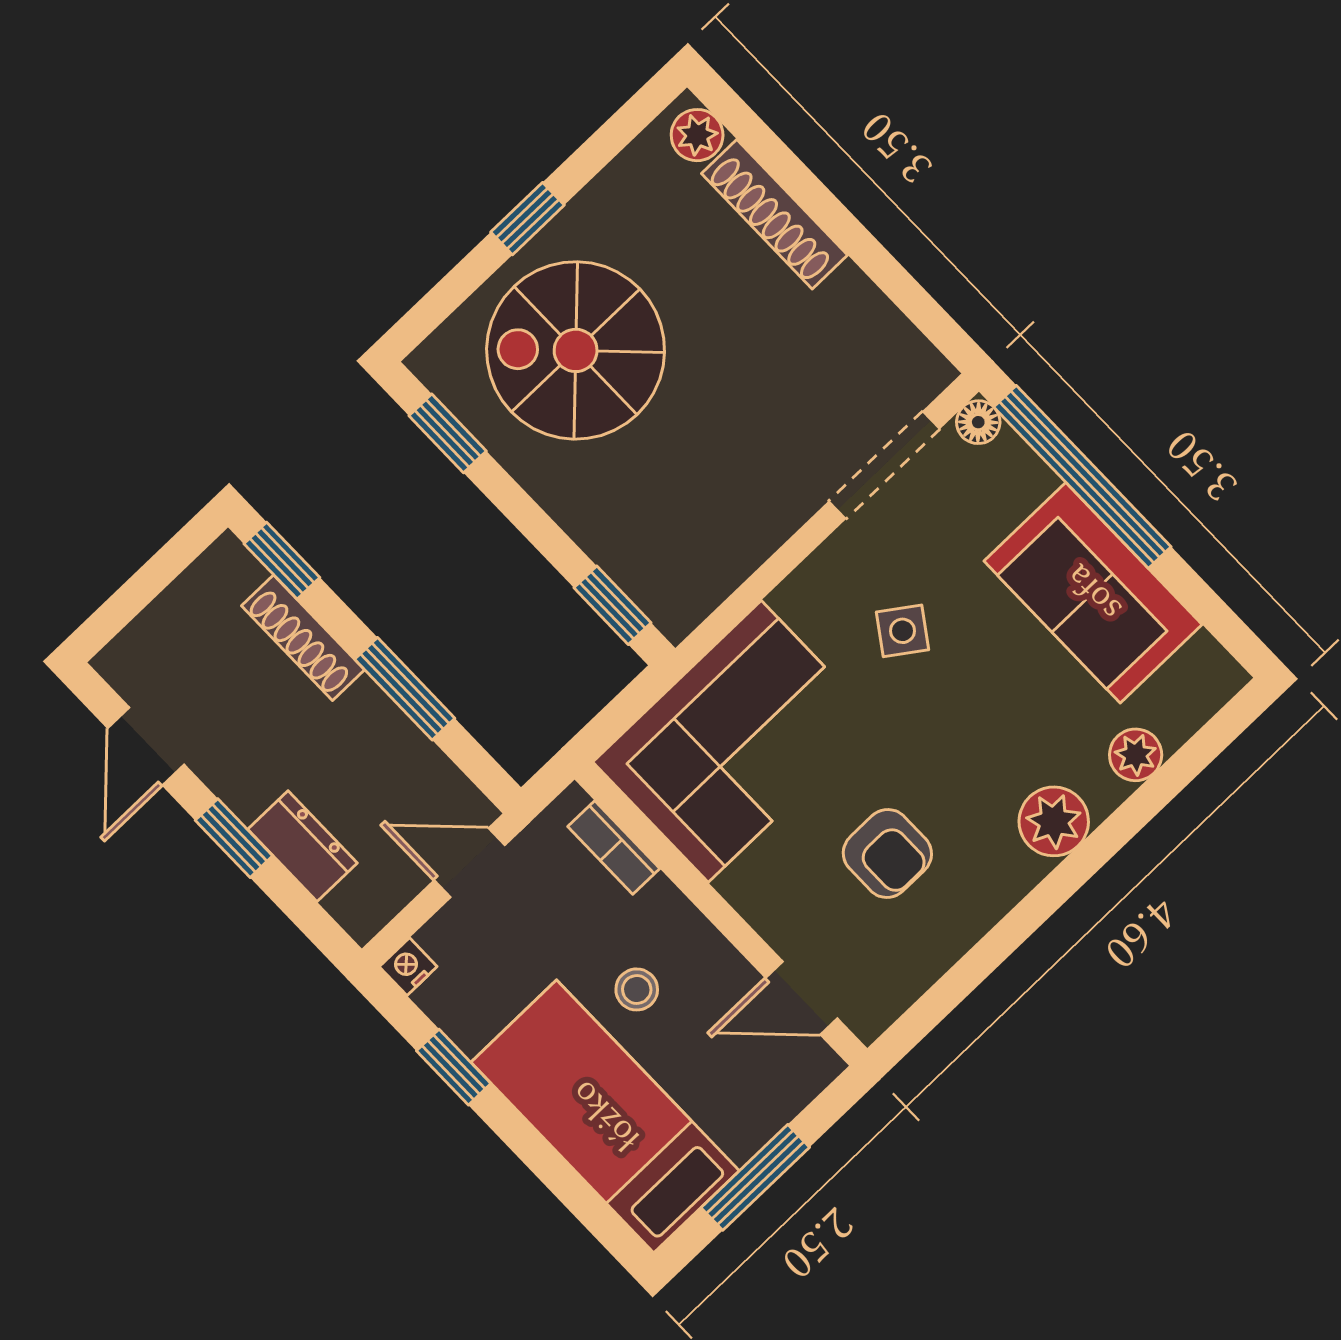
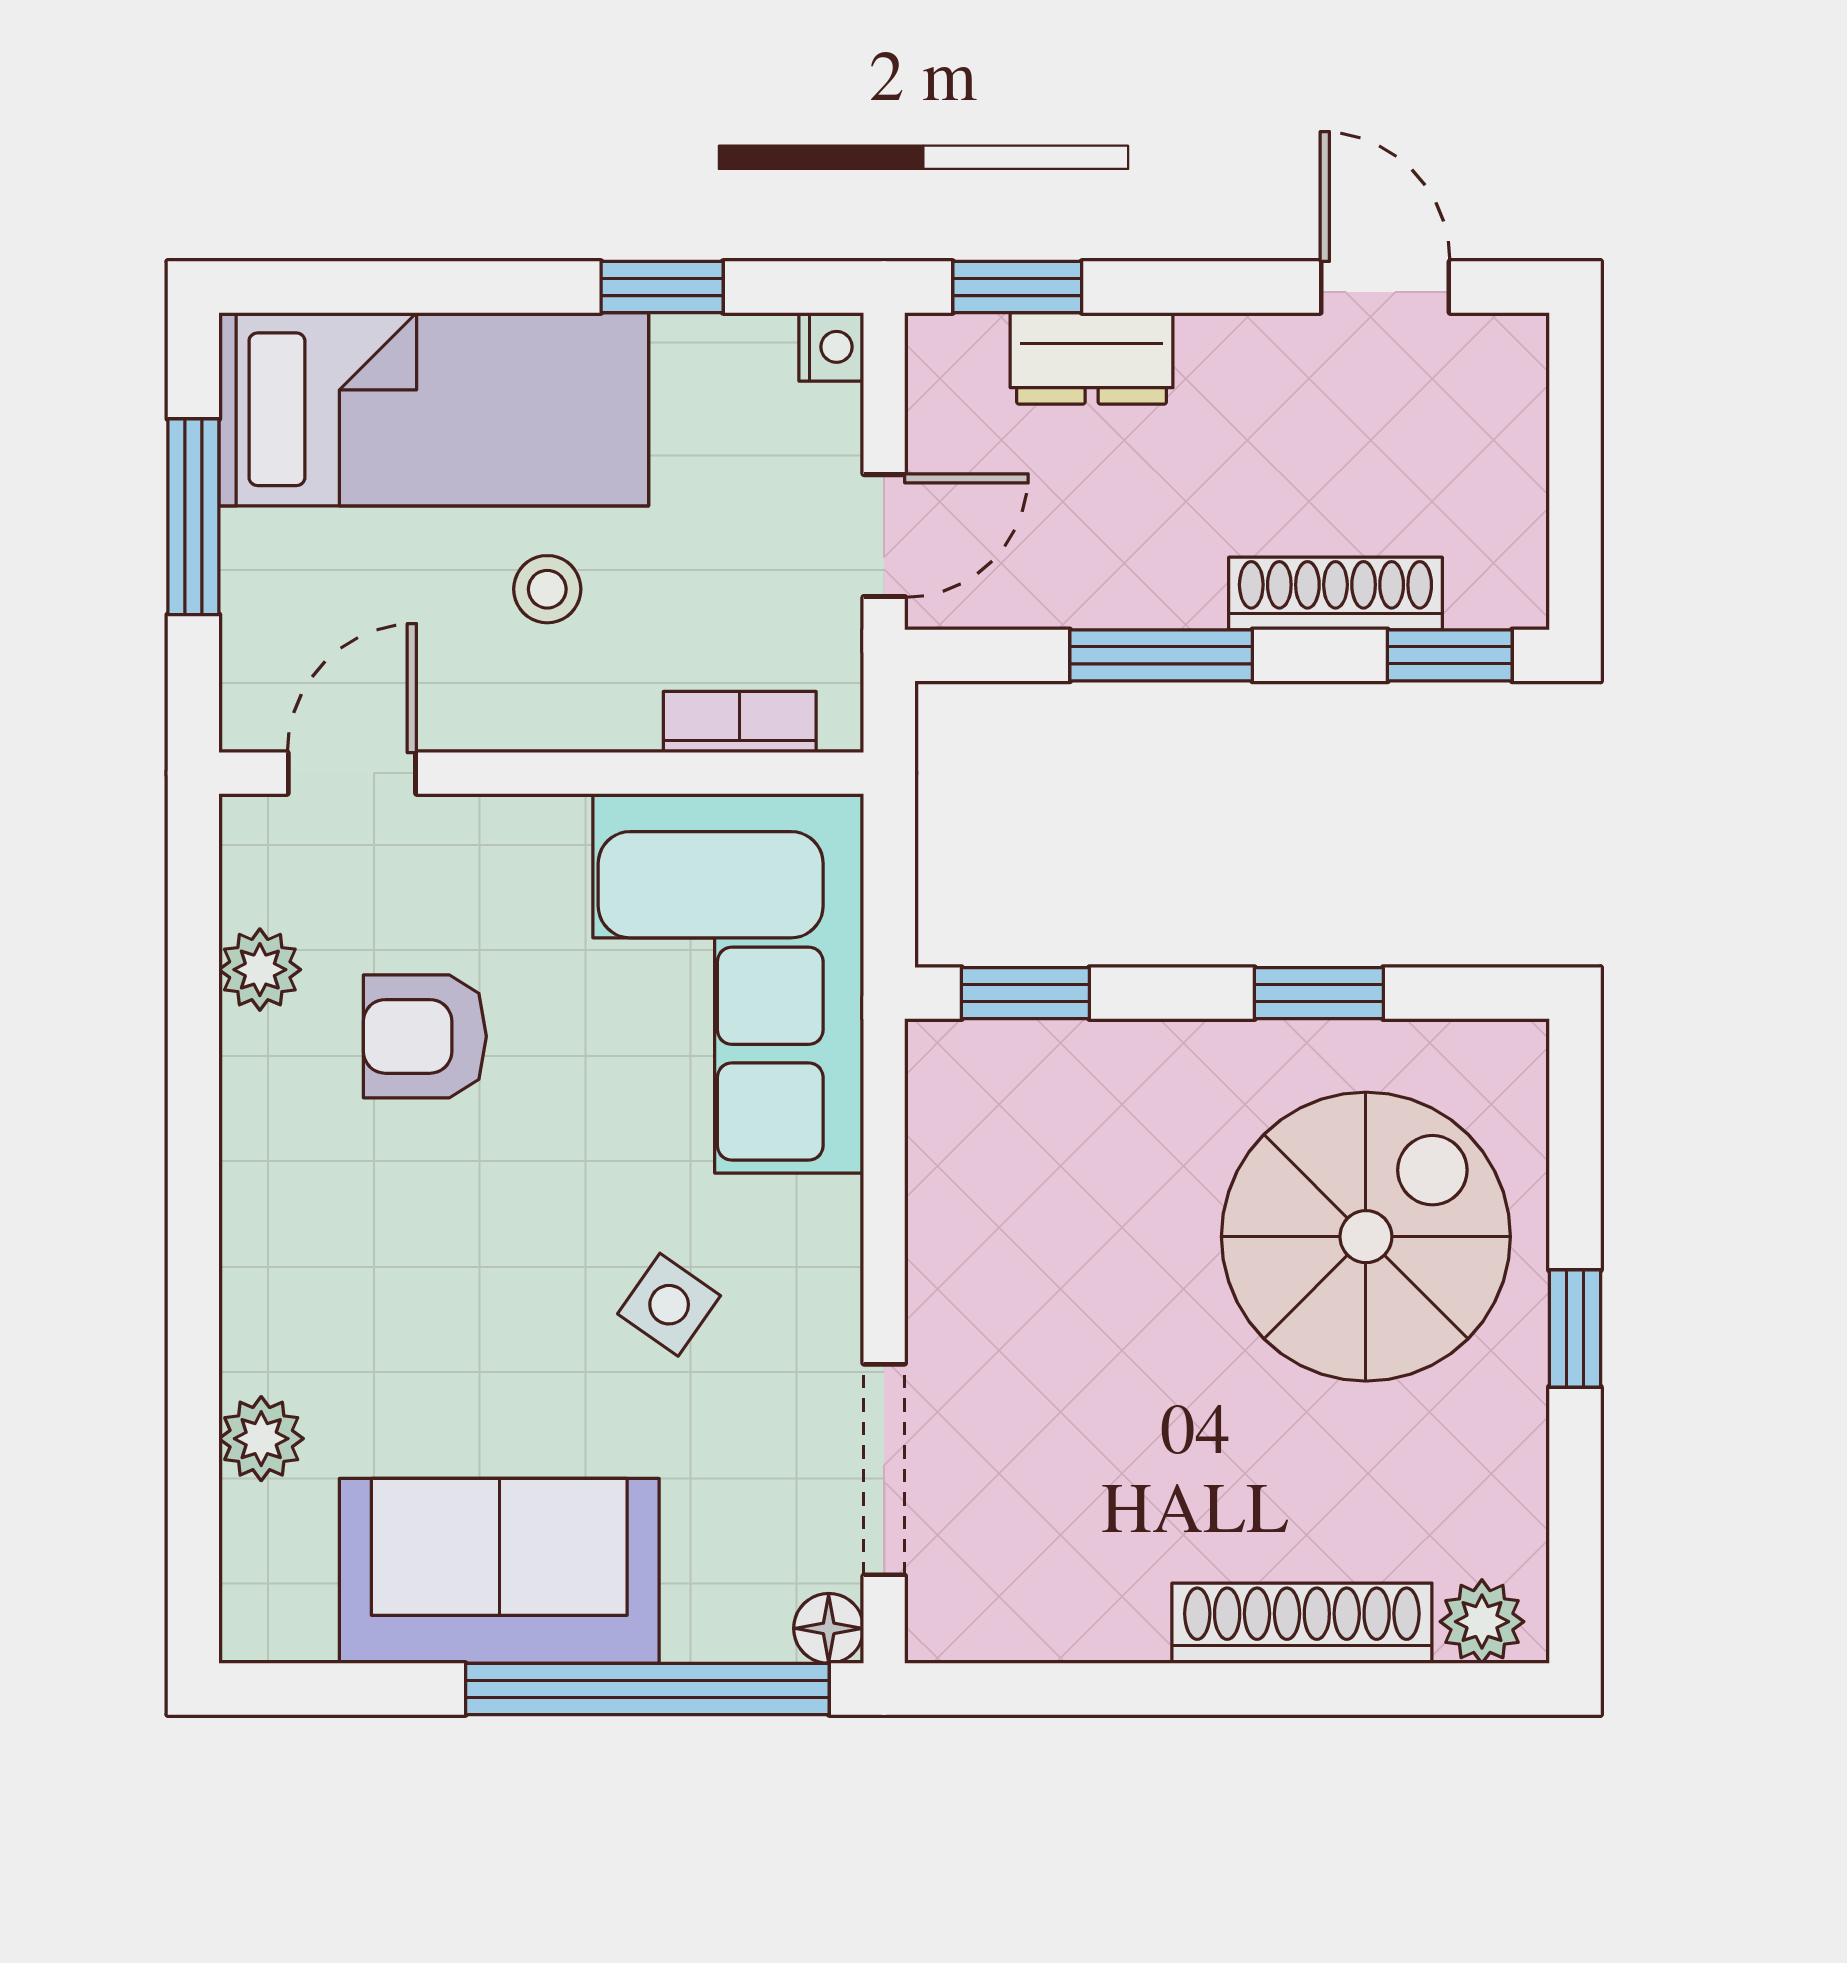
window: (448, 433) -> (1319, 993), moved
plant: (1054, 821) -> (260, 970), moved, width x0.73, depth x0.73
window: (234, 838) -> (1017, 287), moved

